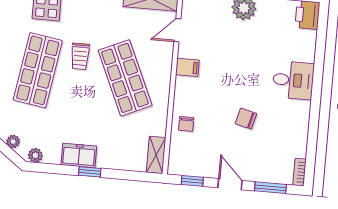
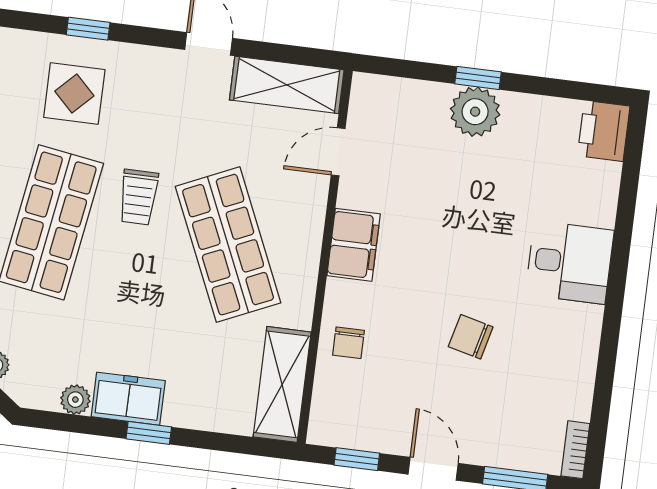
filing cabinet: (187, 67) -> (354, 245), width x2.00
plant: (35, 155) -> (75, 400), moved
shelving: (156, 155) -> (282, 384), width x1.50, depth x1.33

